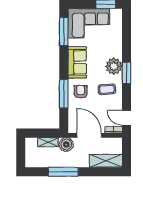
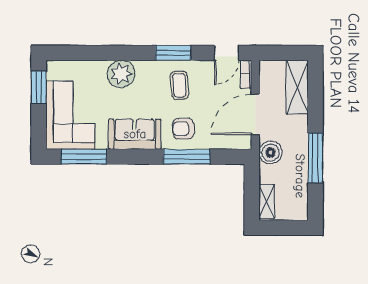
plant: (114, 66) -> (121, 74), moved
window: (127, 73) -> (173, 53), moved
shelving: (48, 142) -> (267, 202), moved

